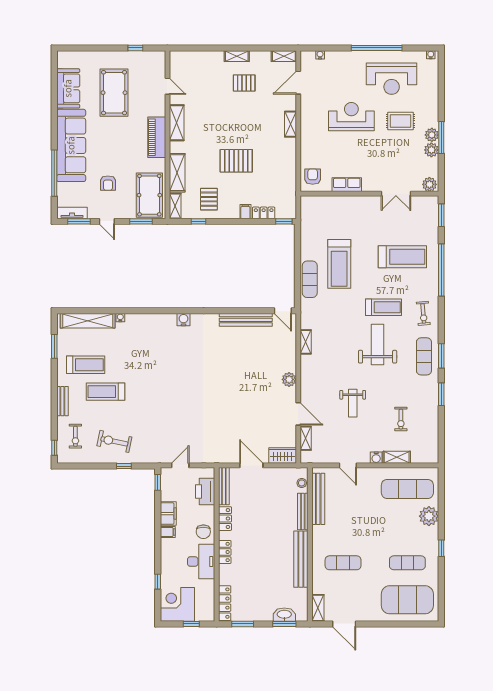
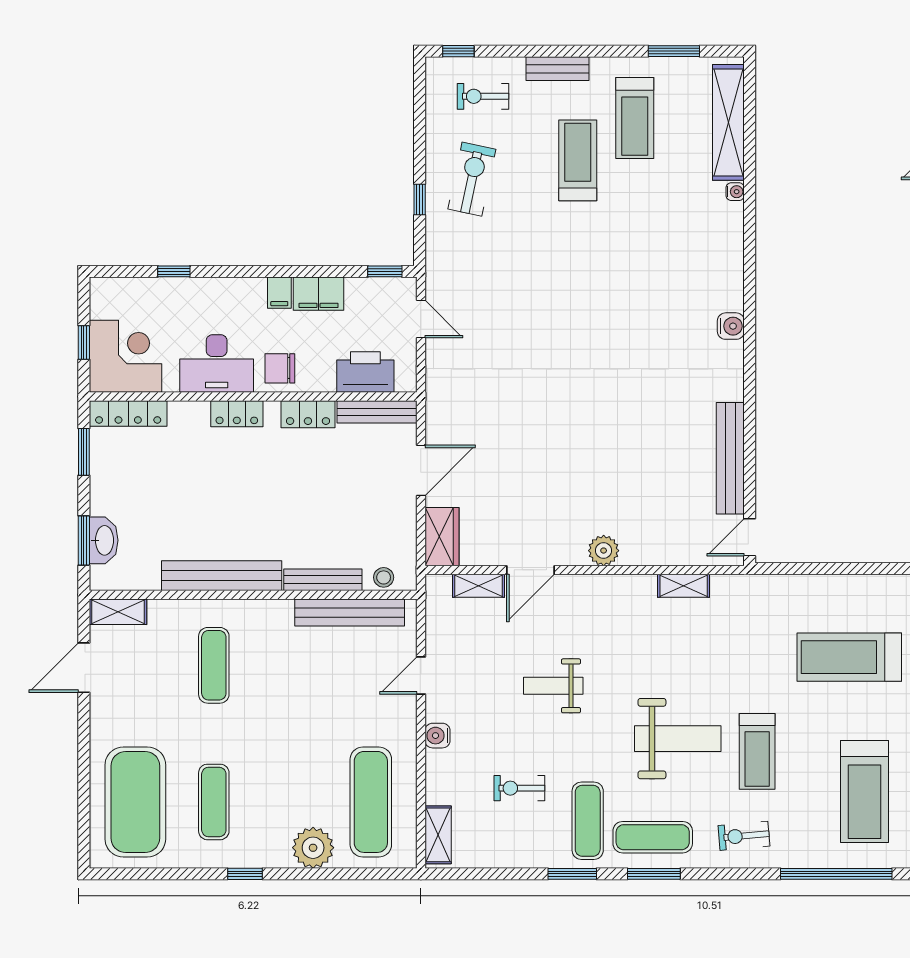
exercise mat: (310, 279) -> (588, 821), moved, turned 90
shelving: (397, 457) -> (438, 835), moved
corner desk: (177, 604) -> (126, 356), moved

